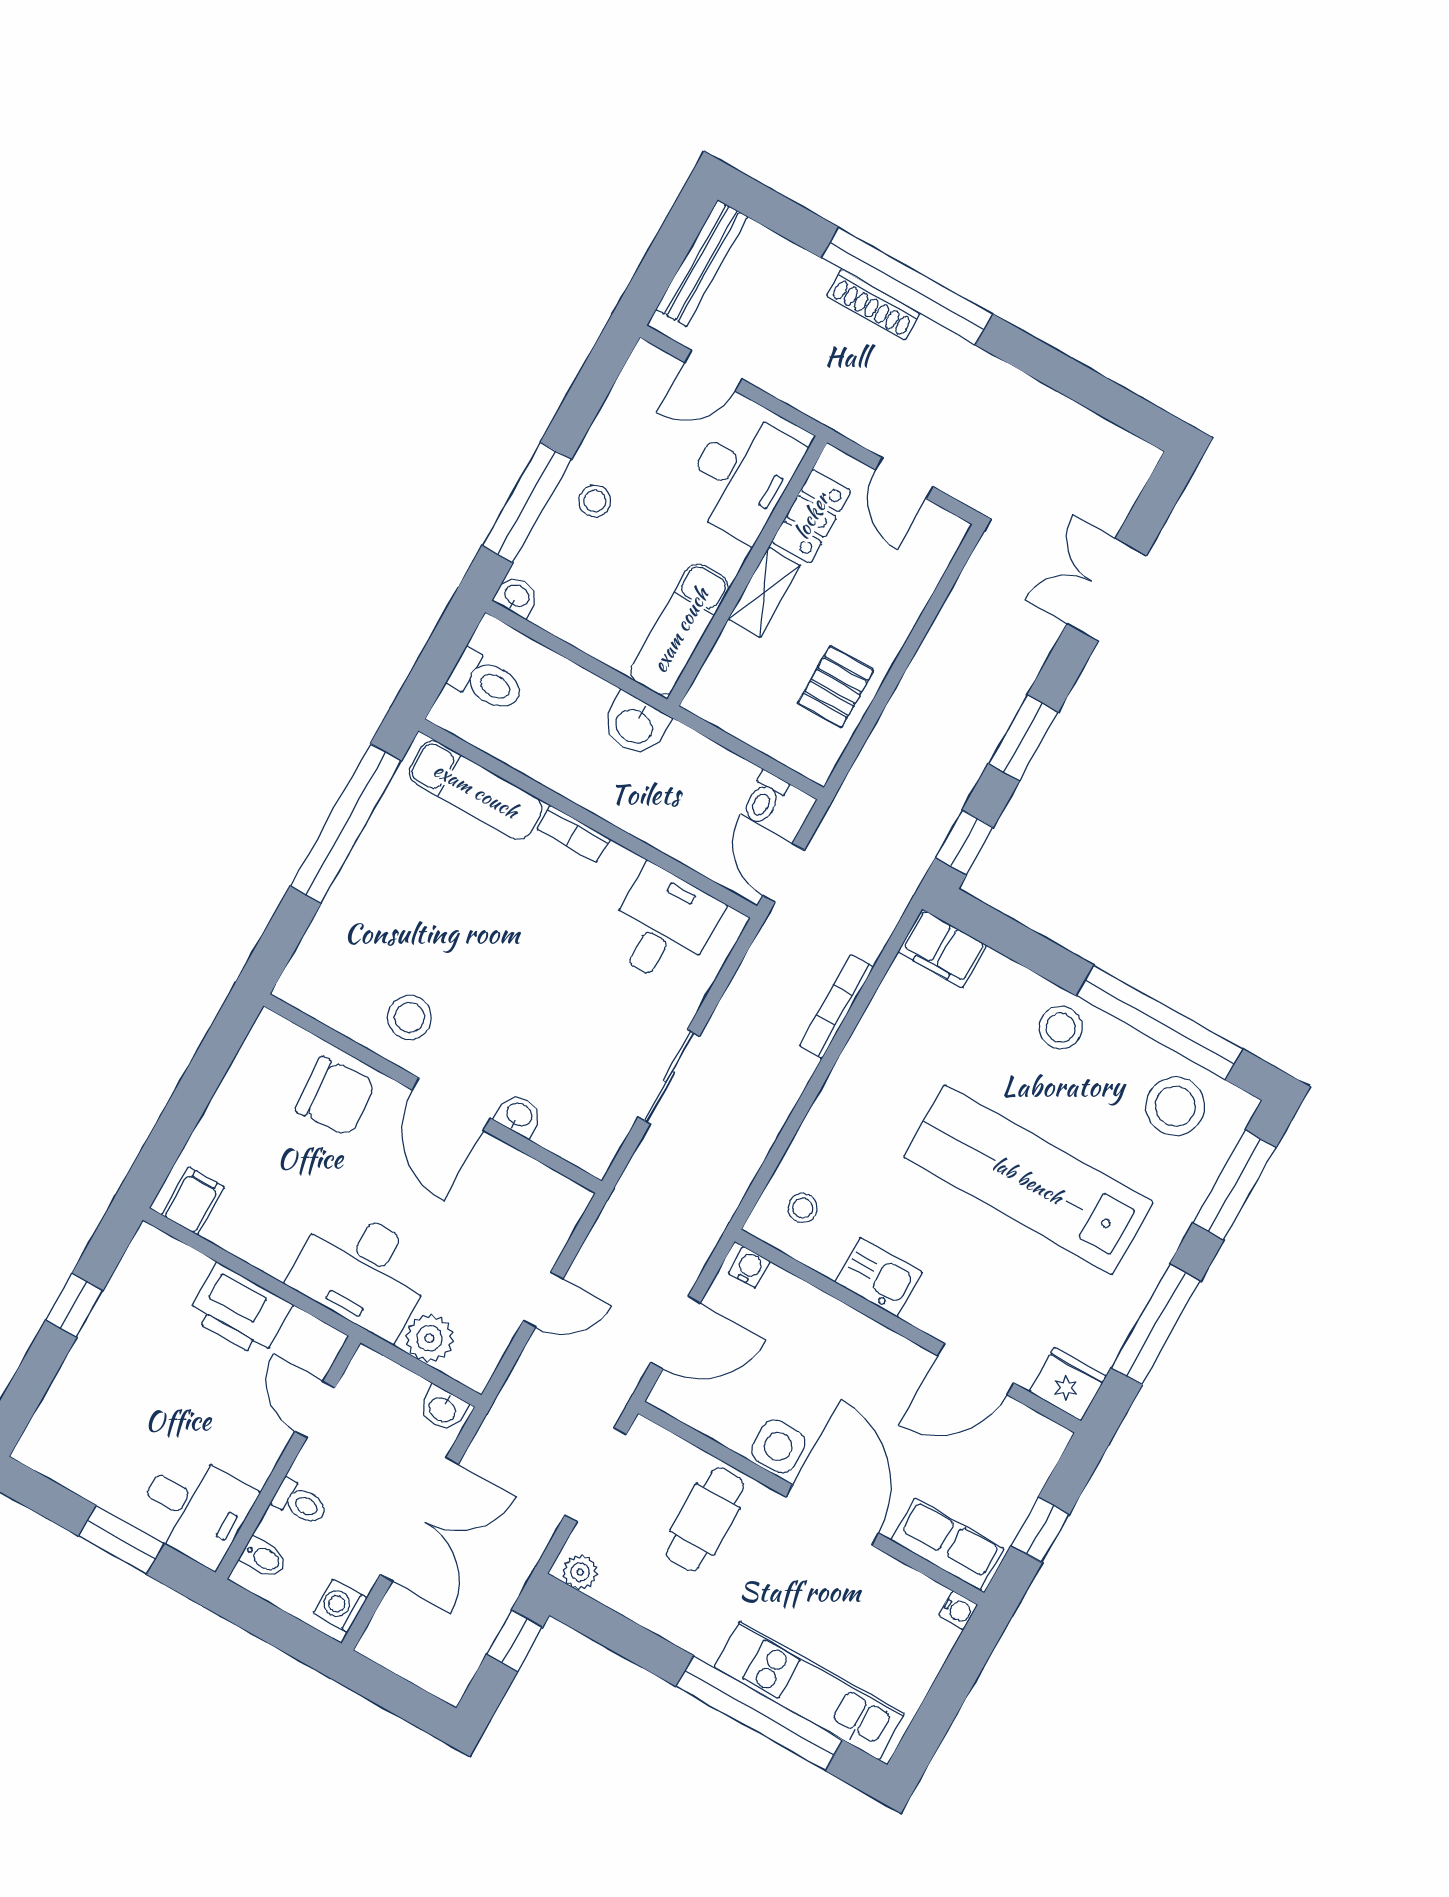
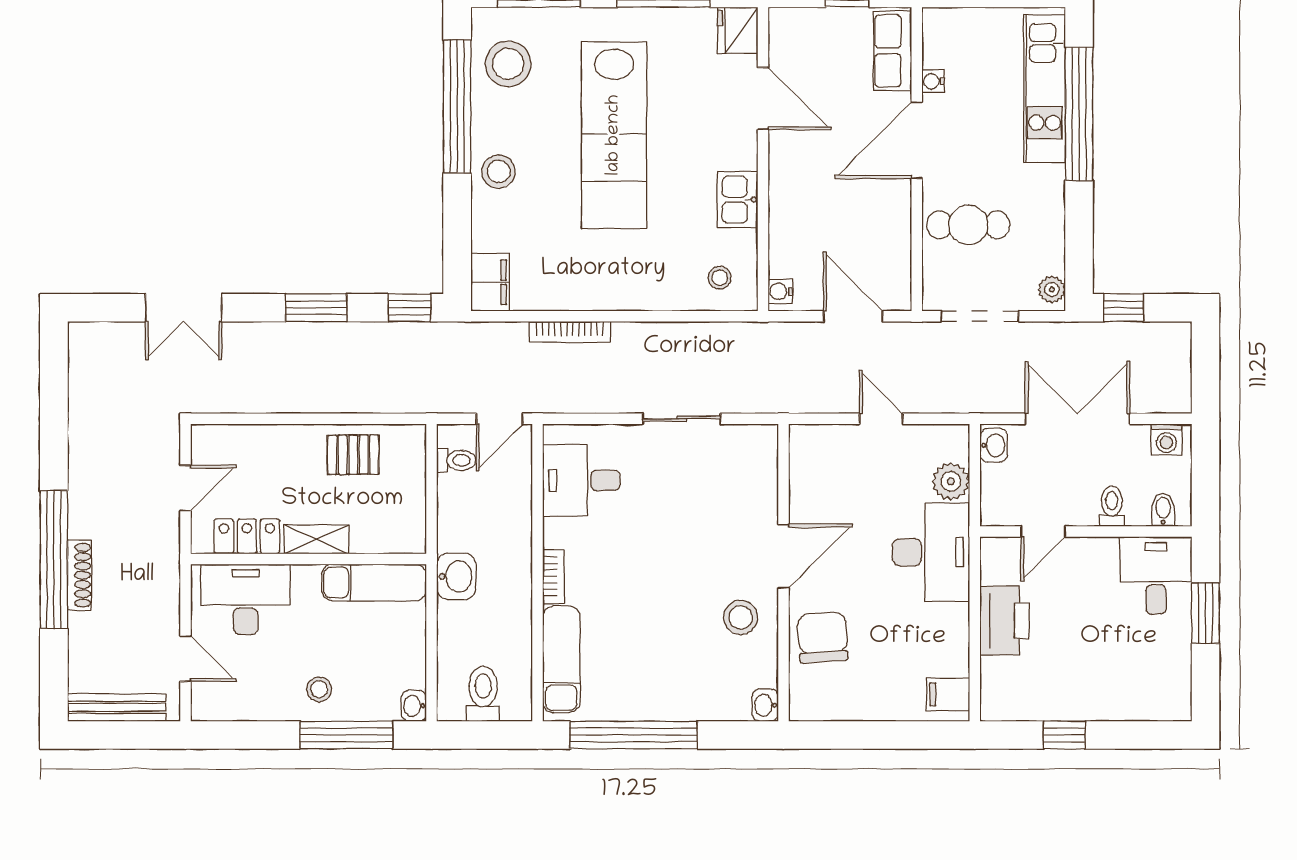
washbasin: (519, 1115) -> (765, 705), moved
side table: (778, 1446) -> (891, 203), removed
water cooler: (958, 1610) -> (933, 81), moved, turned -90

